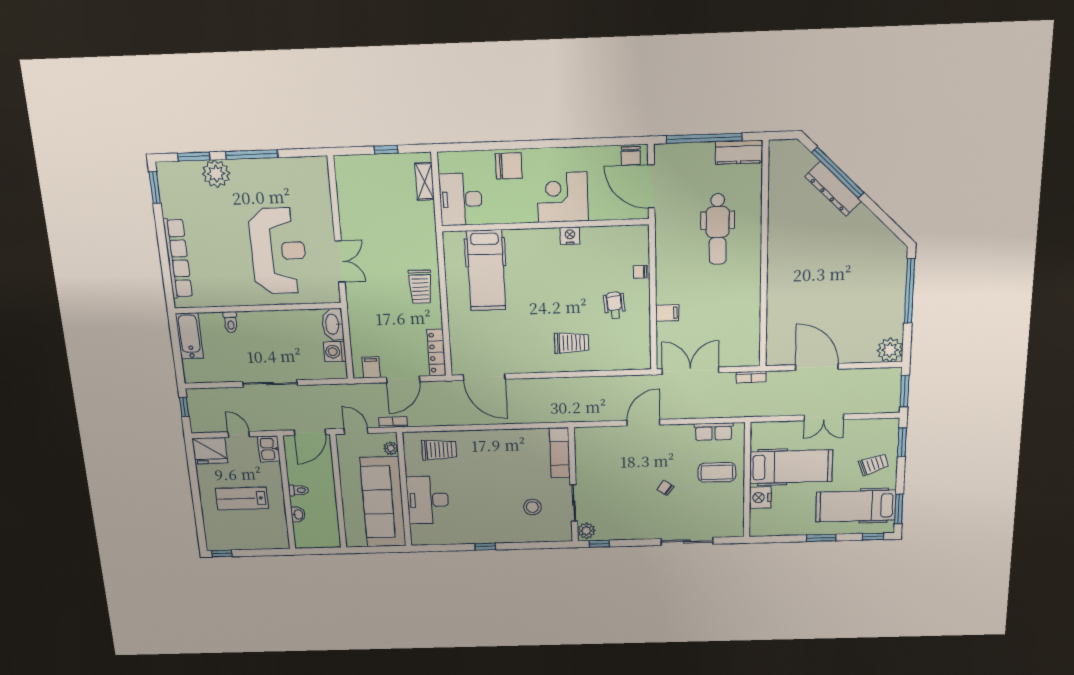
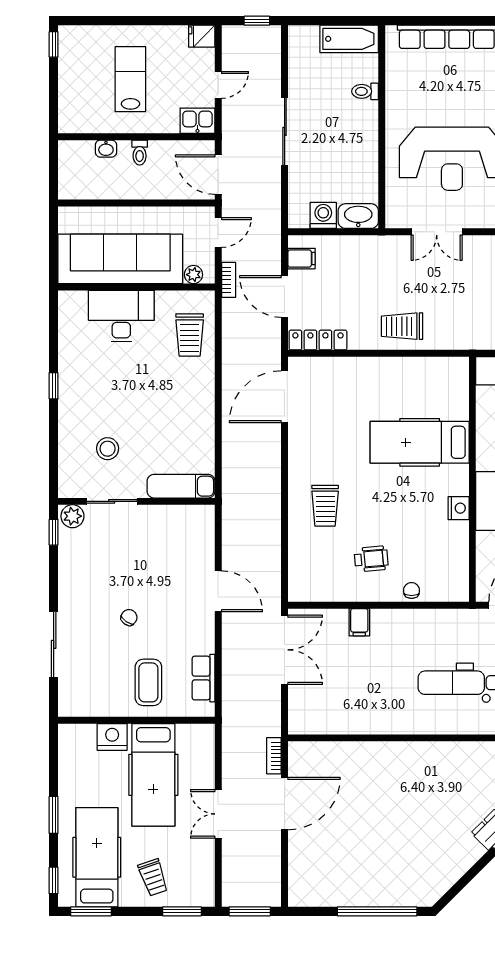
hospital bed: (486, 270) -> (420, 442), moved
plant: (890, 350) -> (304, 891), removed
bookcase: (751, 377) -> (274, 756), moved
fridge: (210, 451) -> (202, 36), width x0.53, depth x0.75

